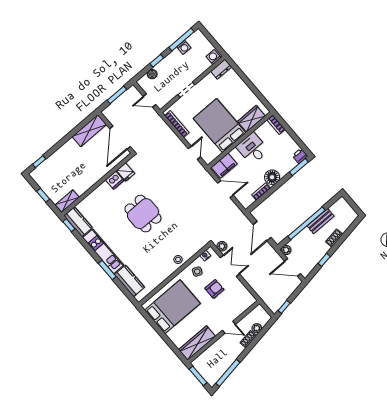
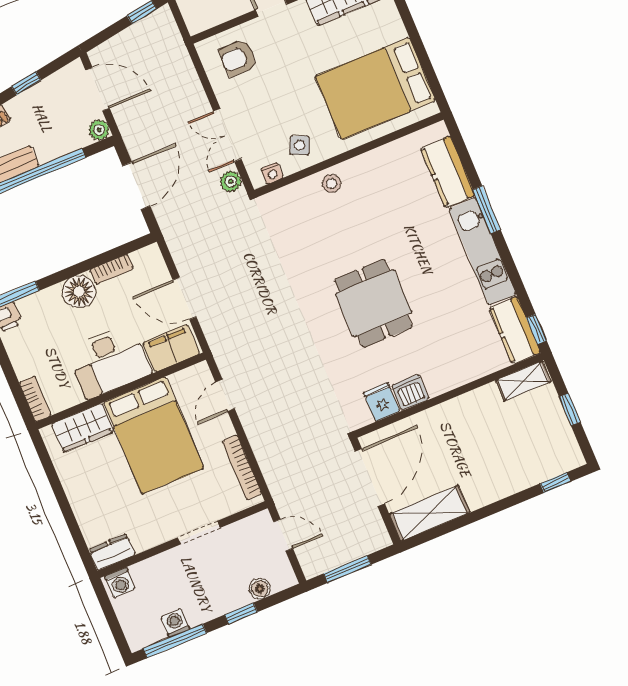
desk: (253, 149) -> (109, 361), width x1.37
armchair: (214, 289) -> (238, 58), moved

